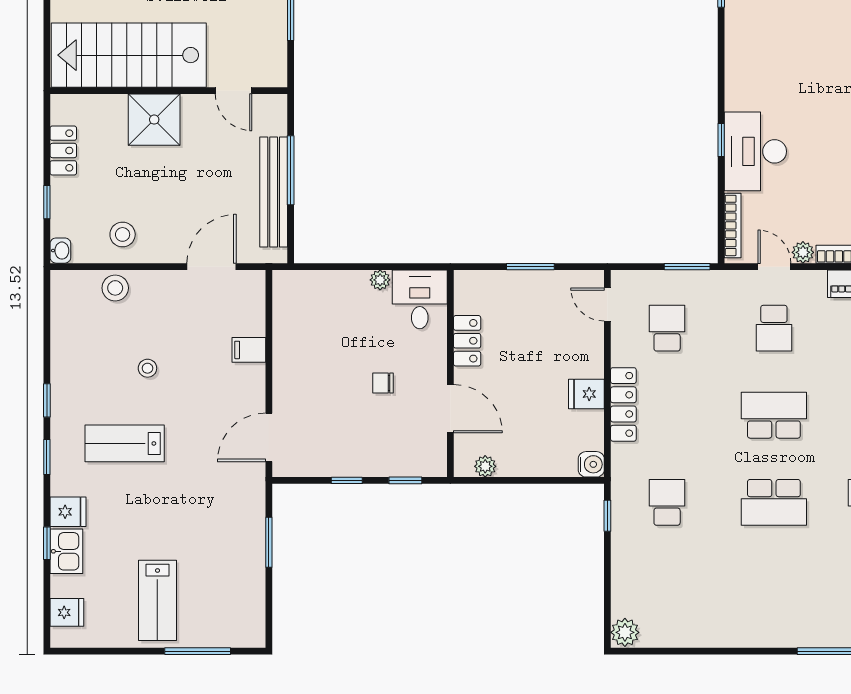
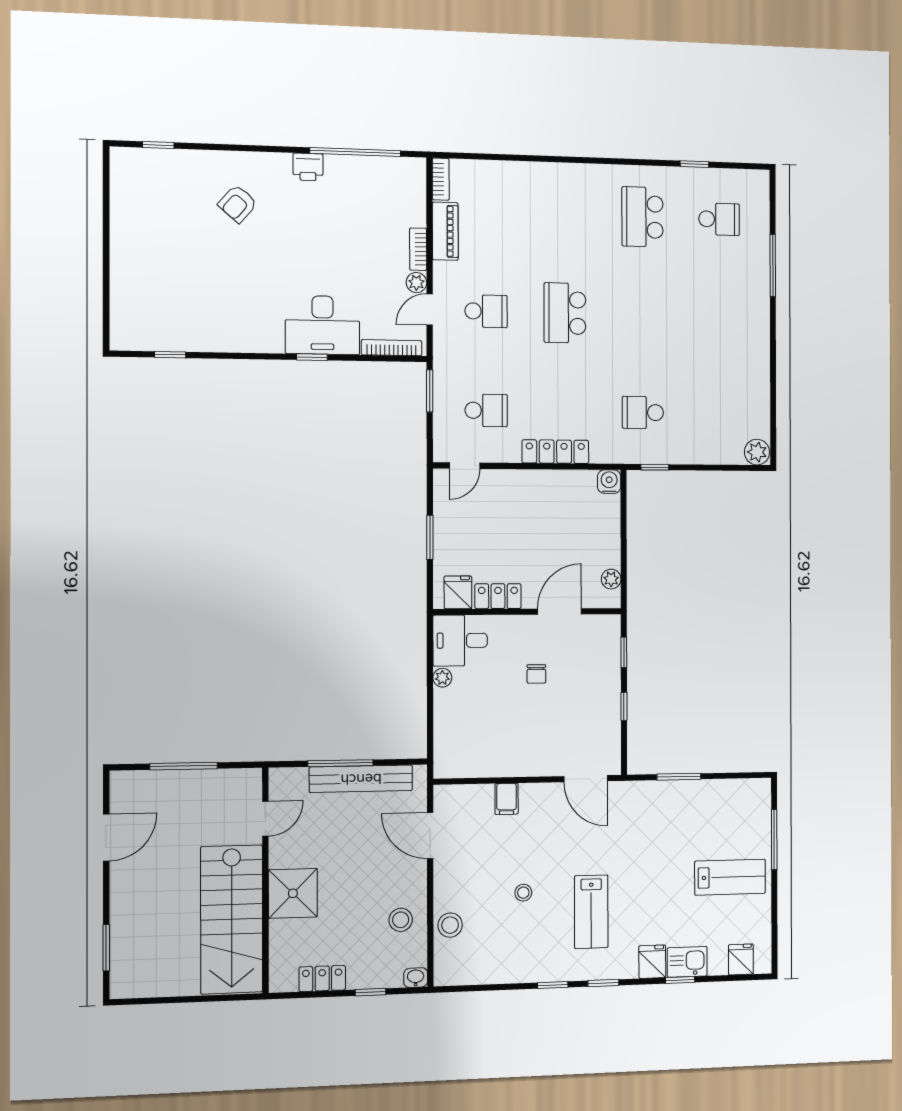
school desk: (667, 328) -> (486, 410), turned 180
fridge: (586, 394) -> (458, 592), moved, turned 180
school desk: (774, 502) -> (643, 315), removed

